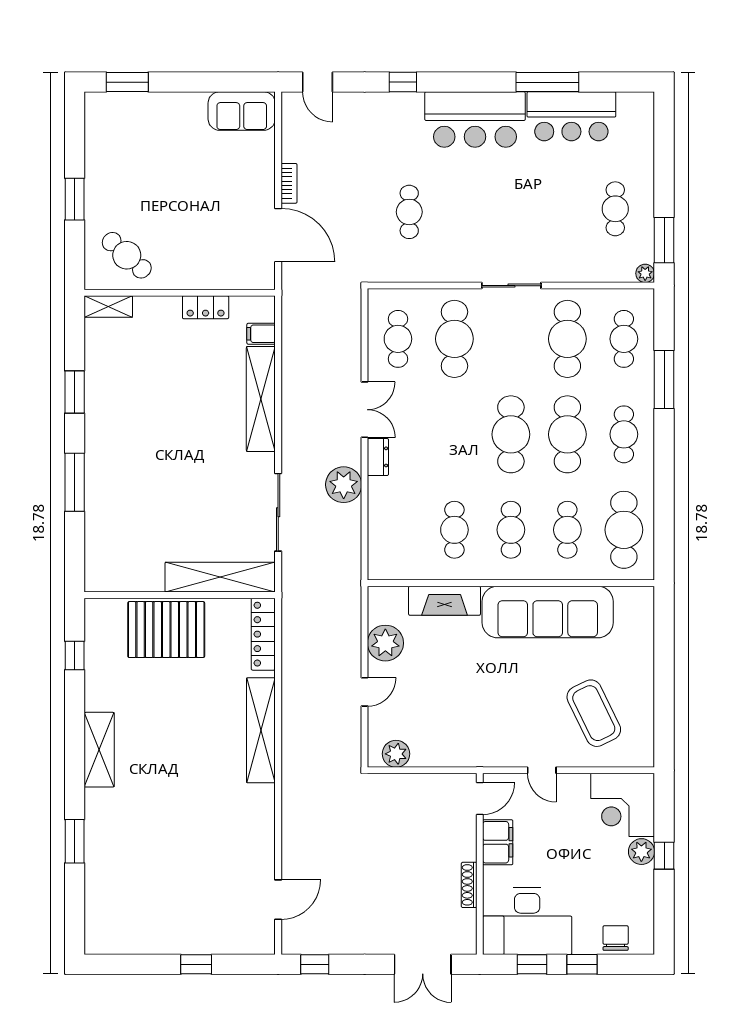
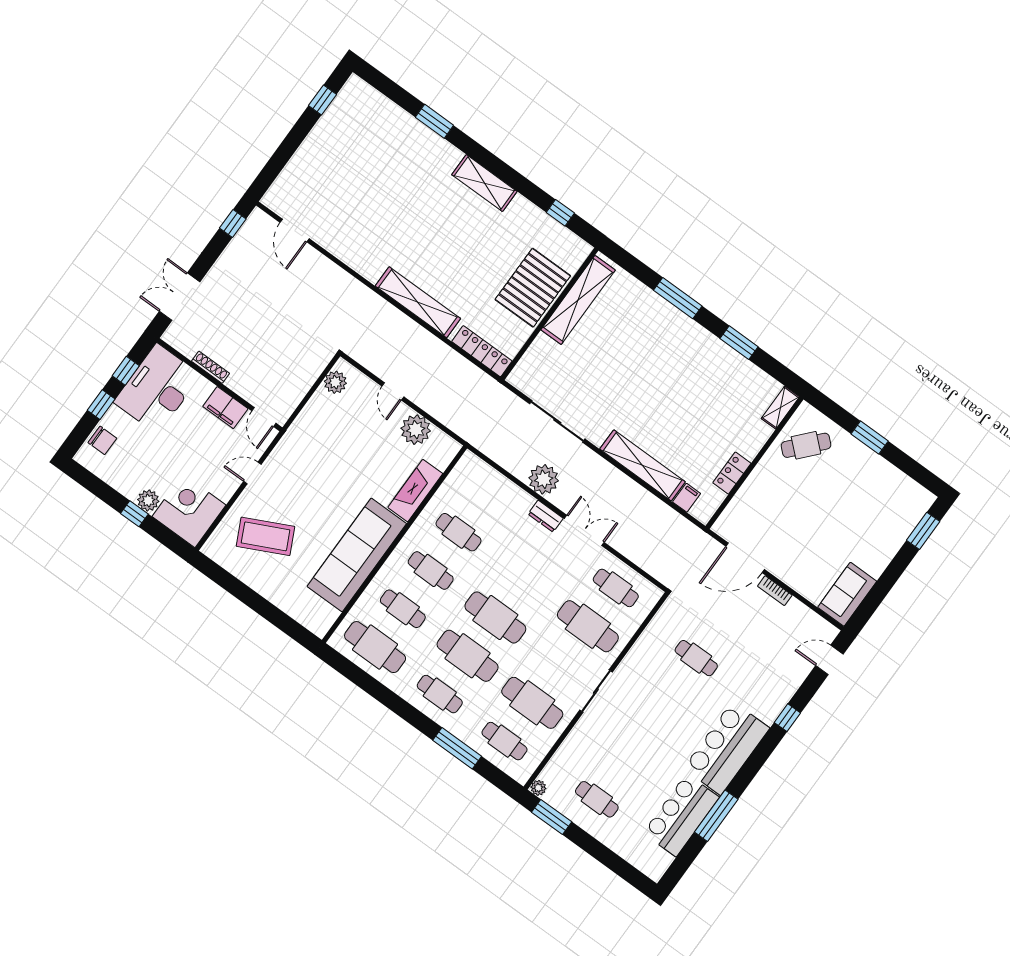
double door: (365, 410) -> (584, 530), swing flipped
shelving: (220, 577) -> (578, 300), moved
window: (196, 964) -> (322, 100), moved

